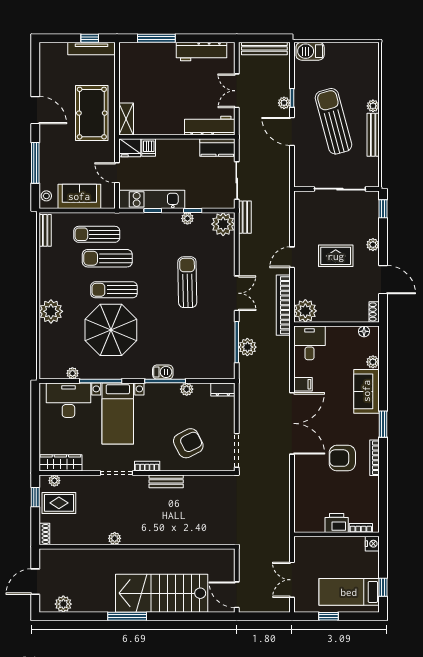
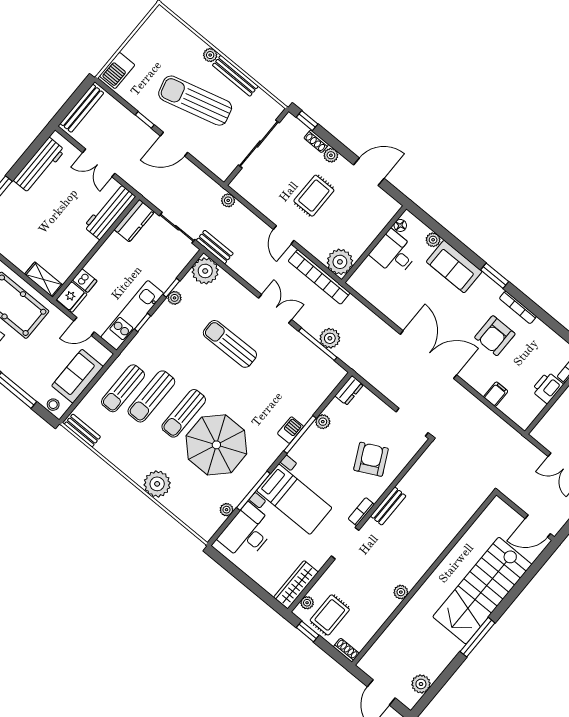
plant: (284, 103) -> (228, 200), moved
shoe rack: (374, 312) -> (316, 141), moved
desk: (309, 343) -> (394, 253), moved
filing cabinet: (303, 384) -> (496, 394), moved

